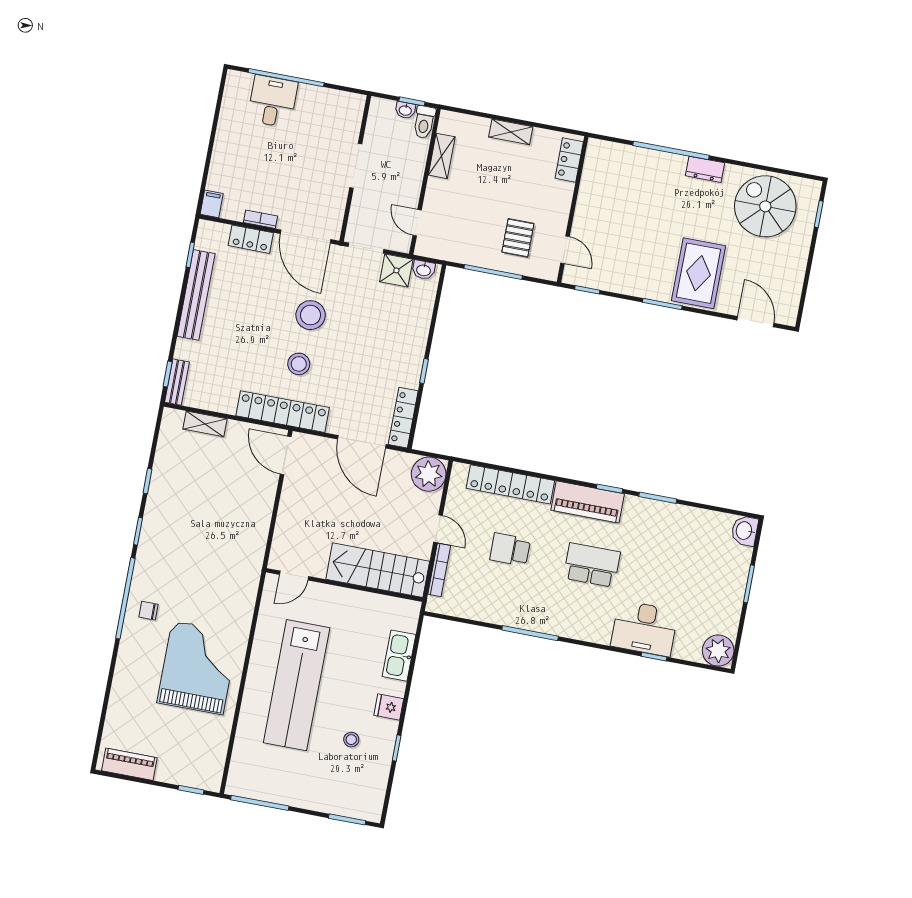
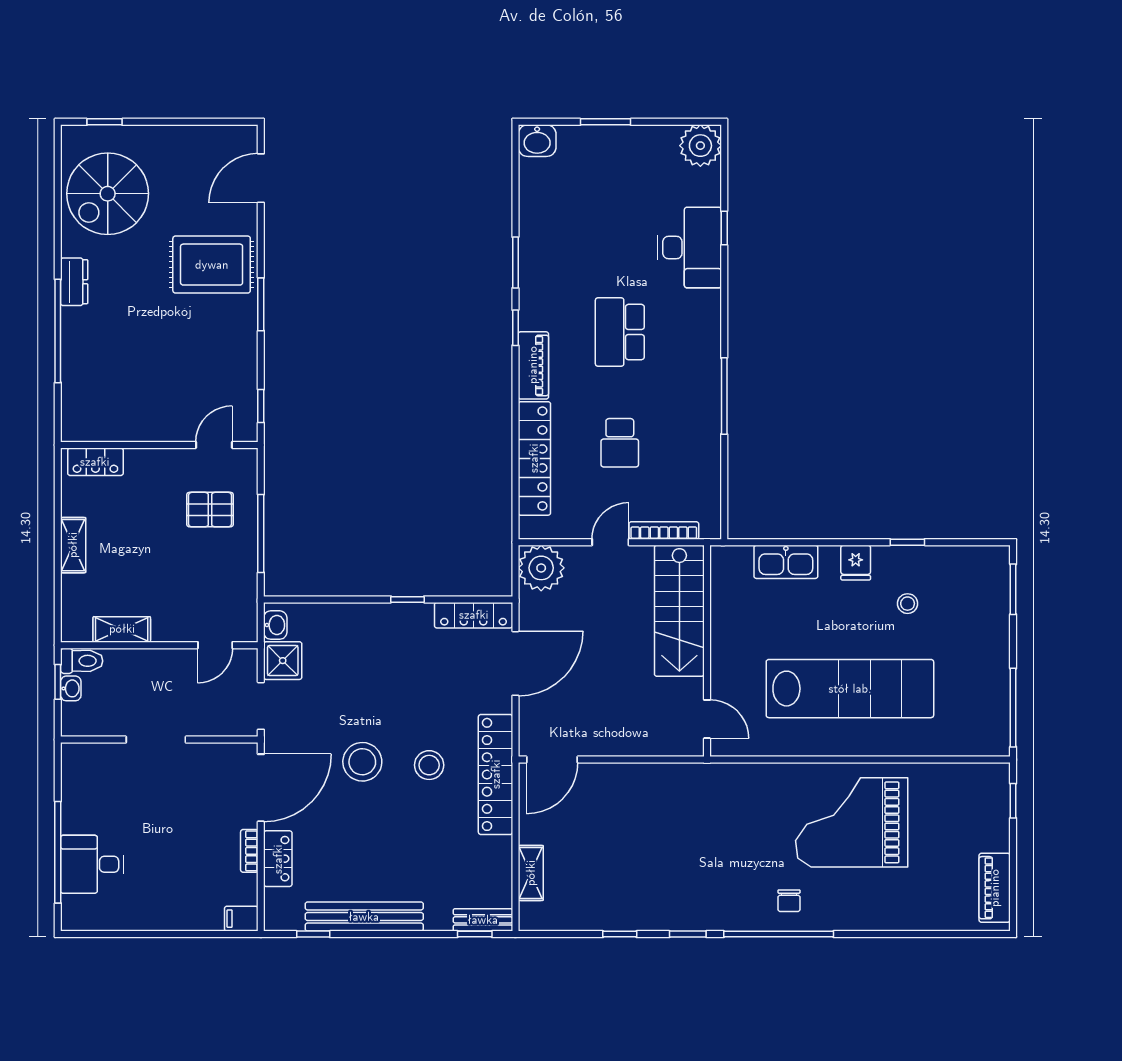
piano: (588, 502) -> (533, 365), width x0.73, depth x0.75

